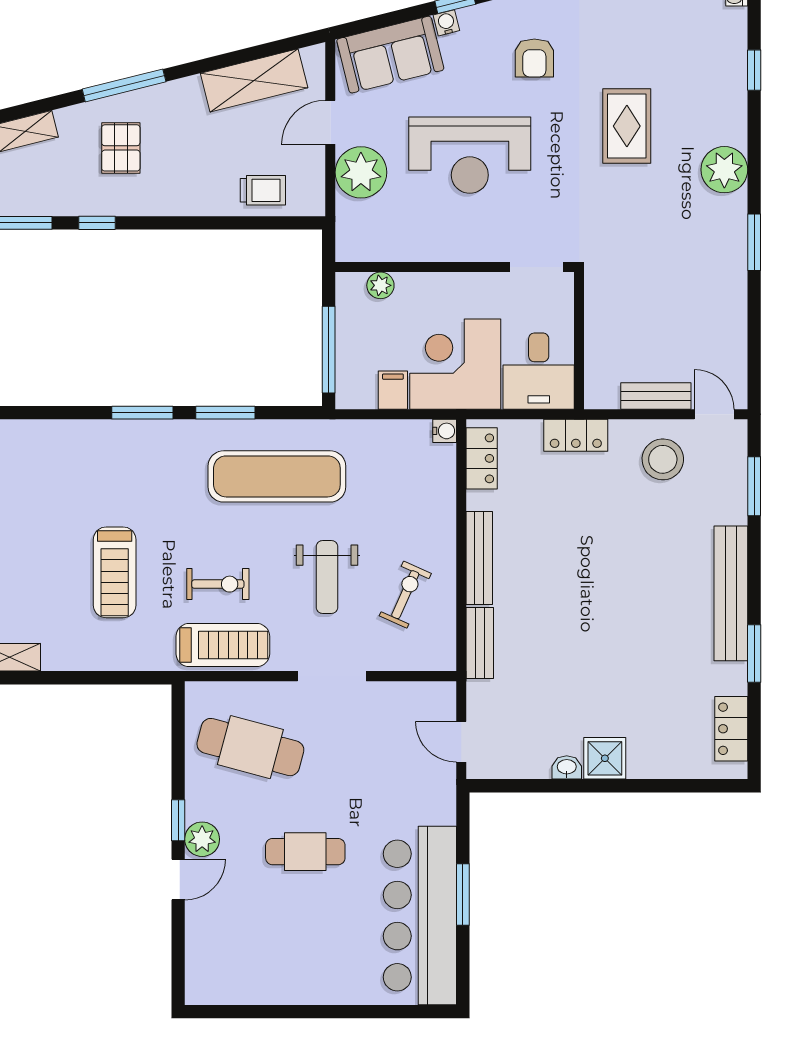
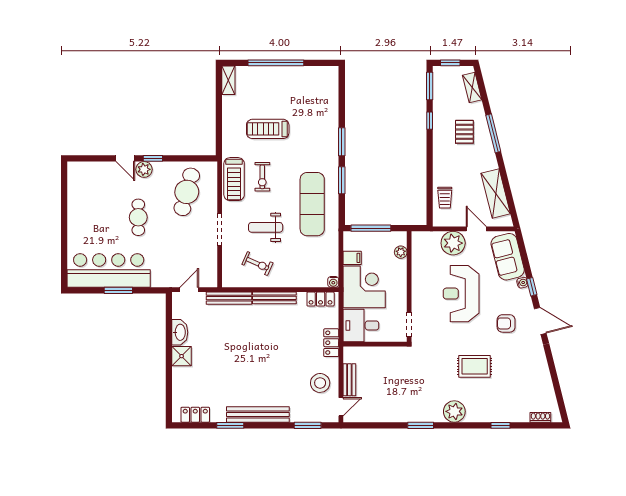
pallet: (121, 148) -> (464, 132), turned 90
bench: (480, 643) -> (229, 298), width x1.36
washbasin: (567, 767) -> (180, 332), width x1.91, depth x1.45

